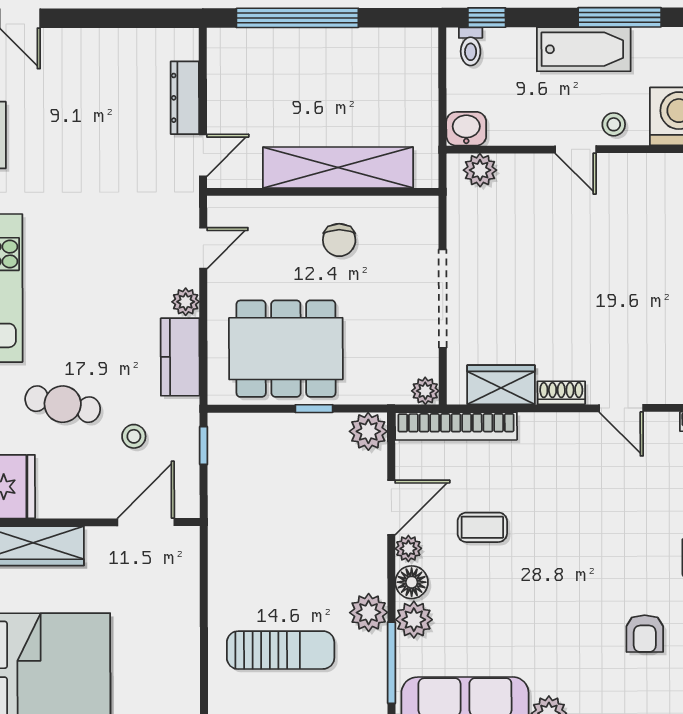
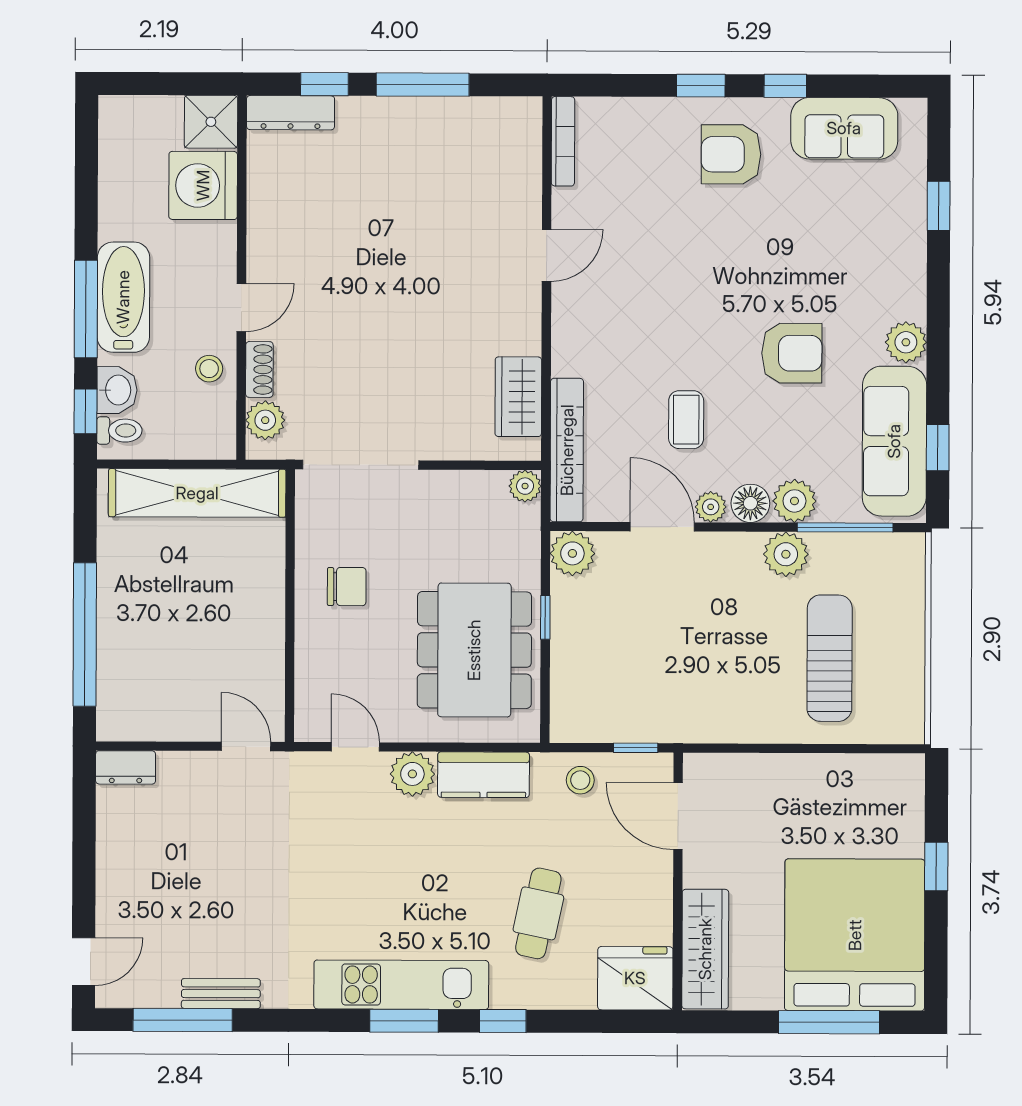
window: (620, 17) -> (86, 309), moved
dresser: (185, 98) -> (126, 767), moved, width x0.70
stool: (614, 124) -> (209, 369), moved
washbasin: (466, 129) -> (117, 390), moved, turned 180
shelving: (338, 167) -> (197, 493), moved, turned 90
doorway: (443, 299) -> (361, 465), moved
plant: (186, 302) -> (412, 774), width x1.38, depth x1.38
shoe rack: (561, 393) -> (259, 369), moved, turned 180
stool: (134, 436) -> (580, 780), moved
window: (204, 446) -> (636, 748), moved
armchair: (645, 634) -> (792, 353), moved, width x1.38, depth x1.38

